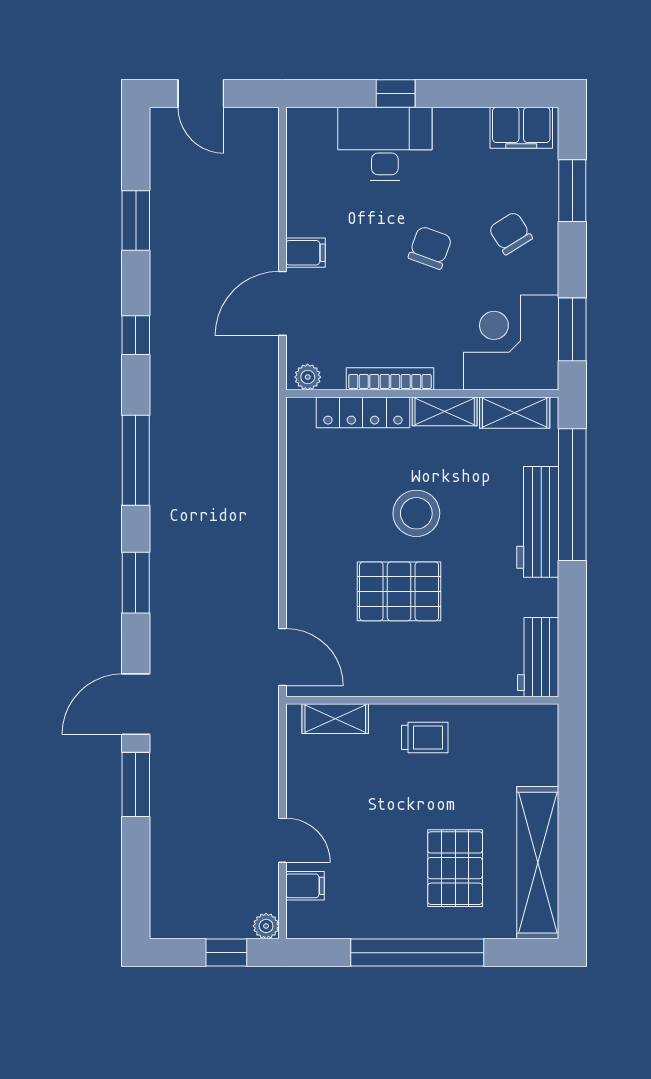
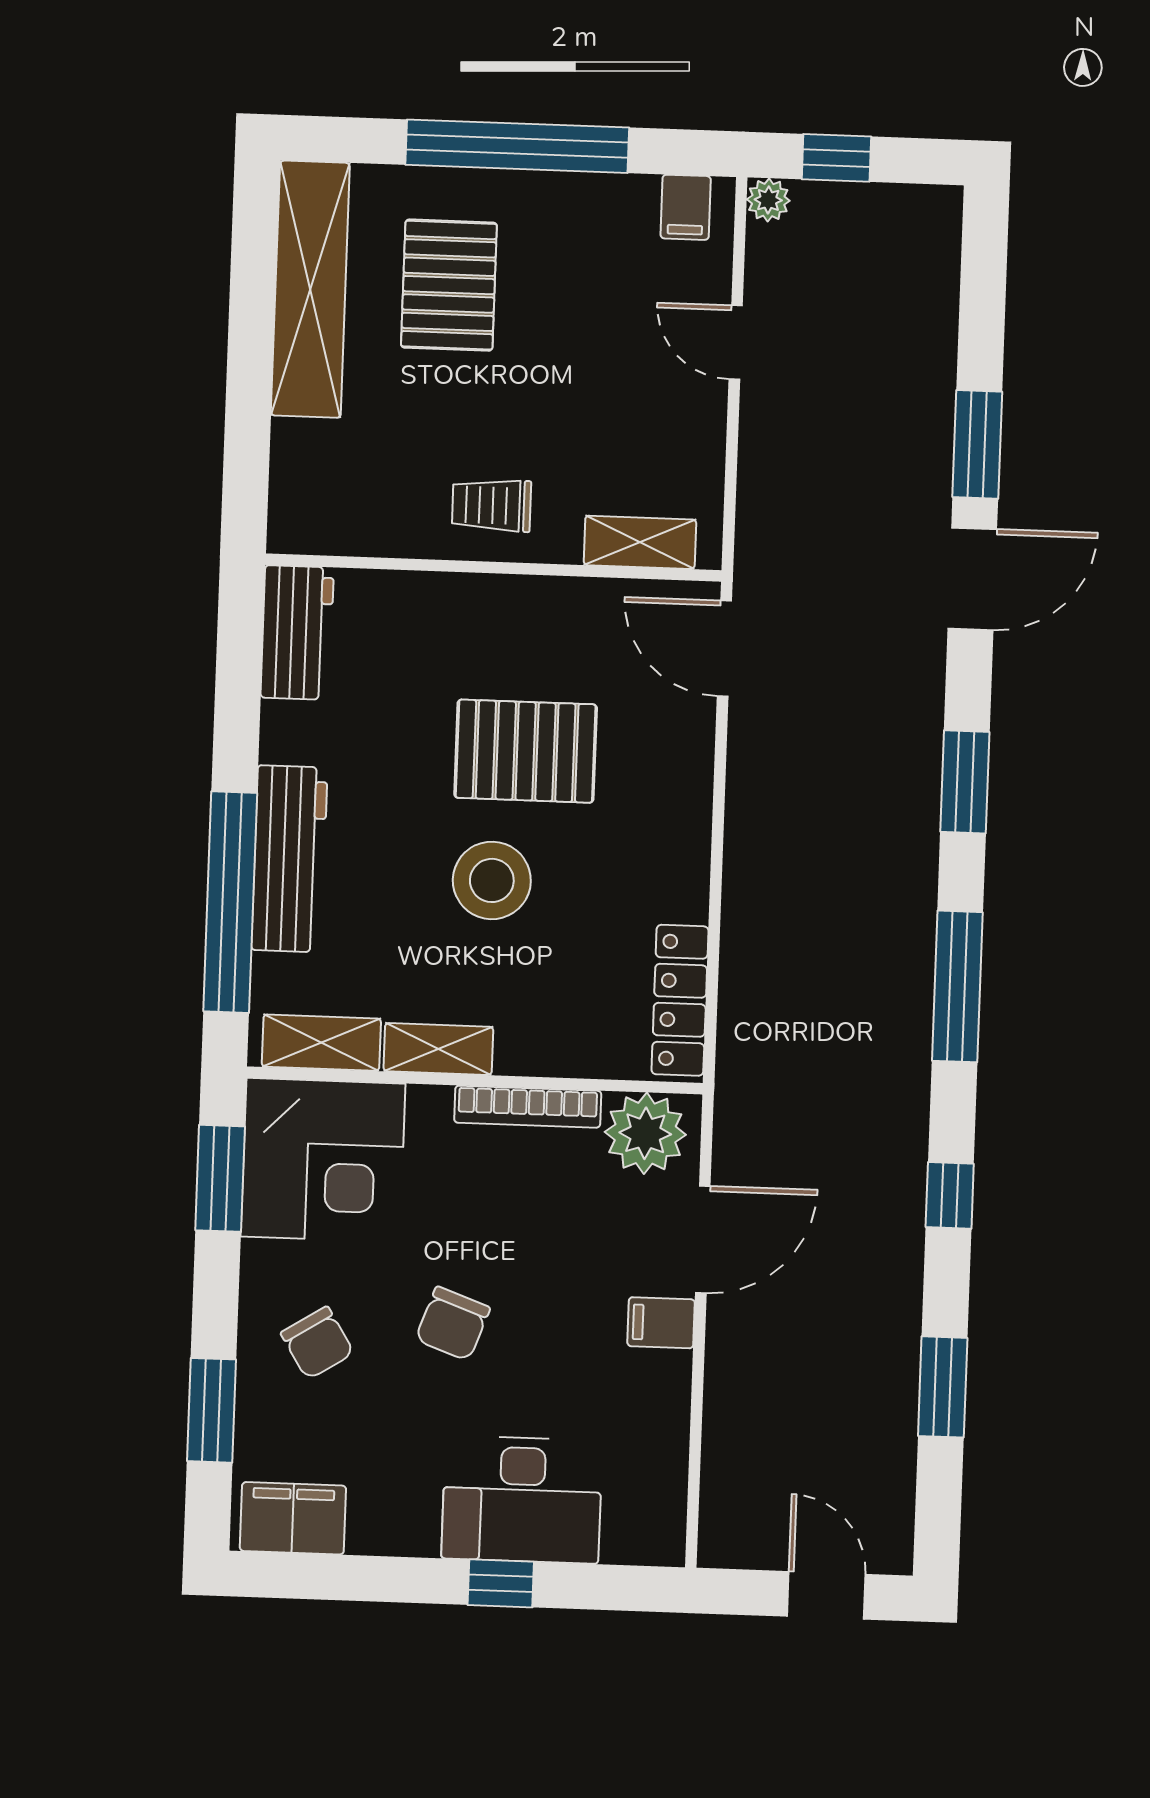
plant: (308, 377) -> (645, 1133), width x1.87, depth x1.87
locker: (363, 412) -> (680, 1000), moved, turned -90
filing cabinet: (305, 886) -> (686, 207), moved, turned -90

